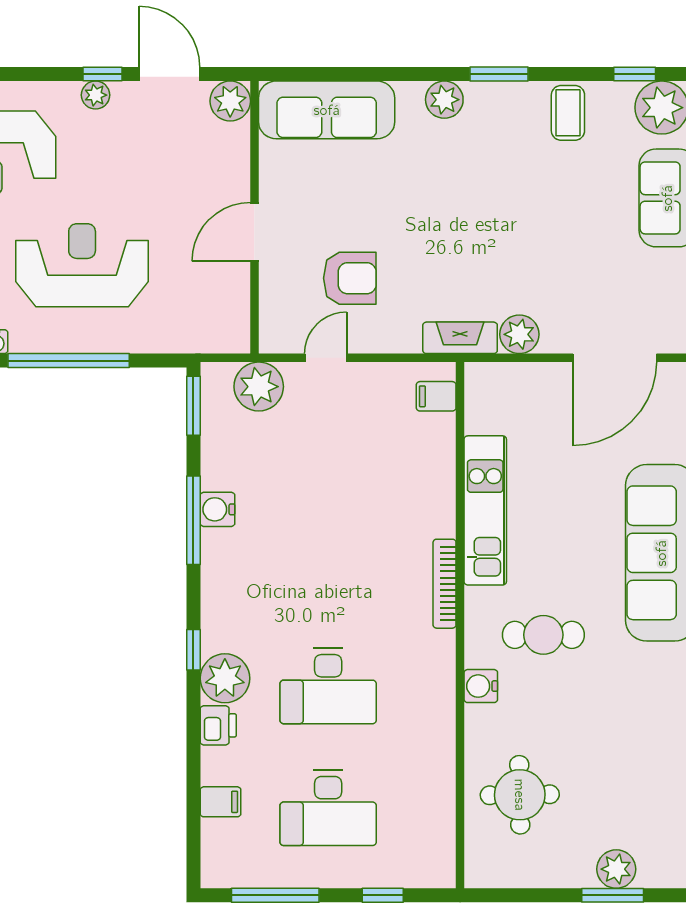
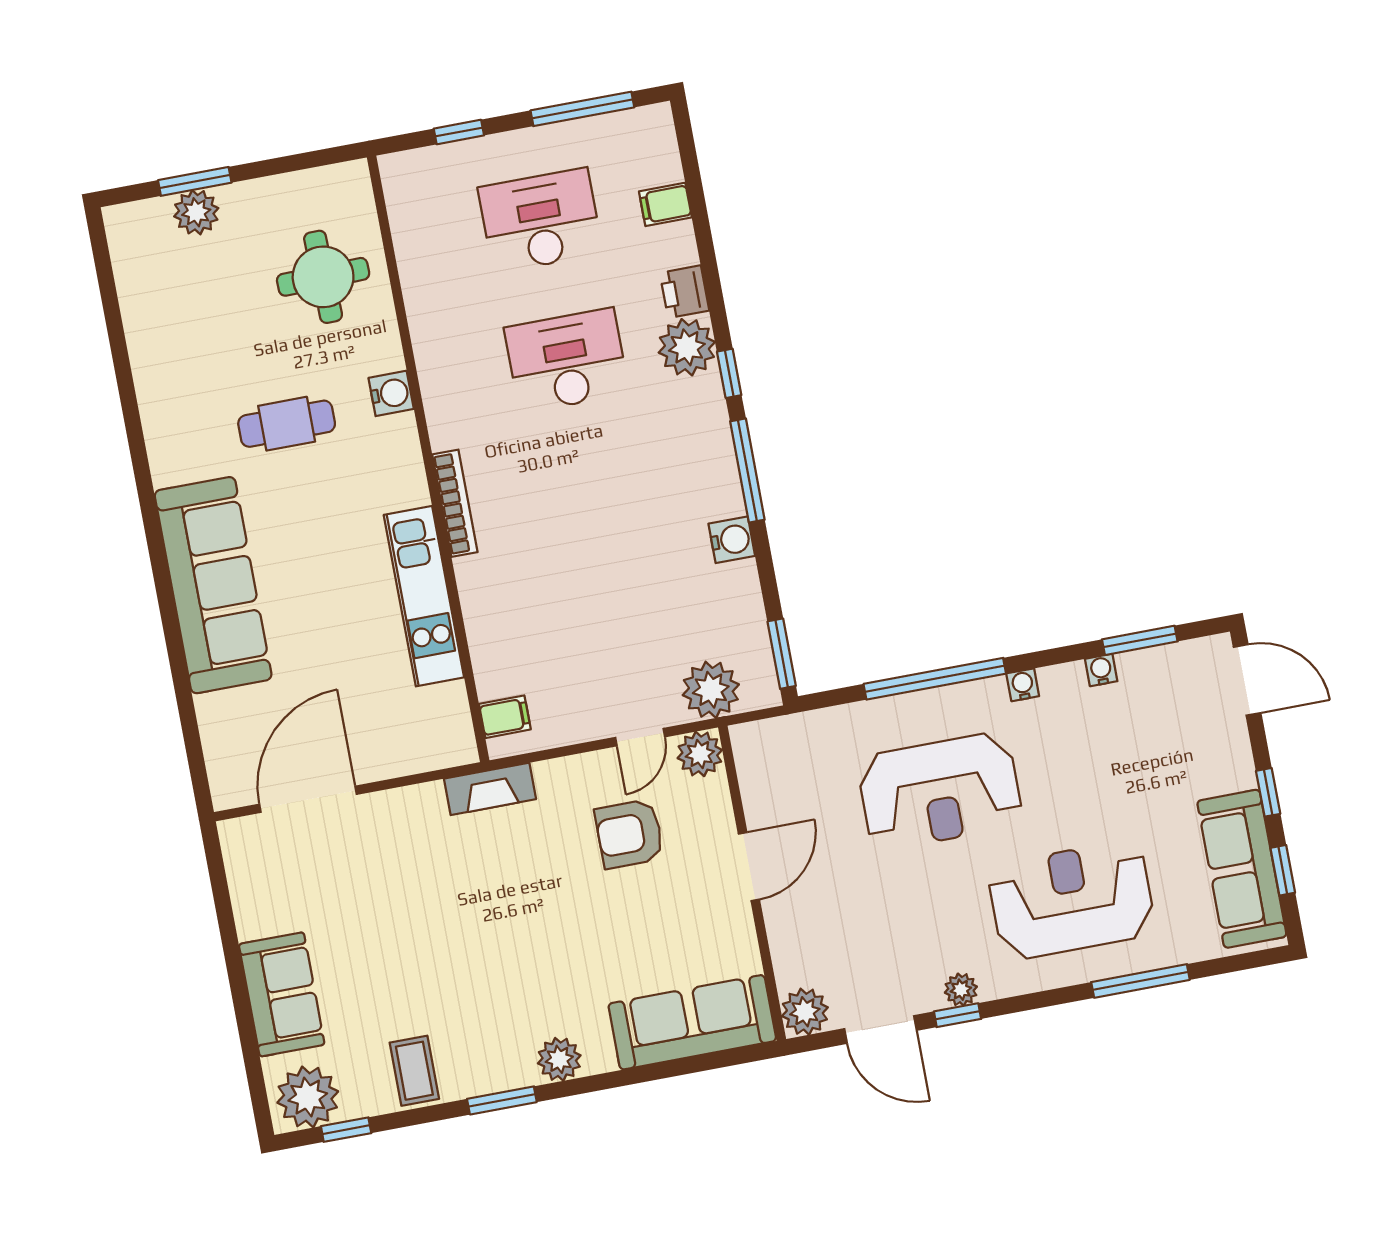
plant: (519, 334) -> (700, 754), moved
window: (193, 520) -> (747, 470), moved
cafe table: (543, 635) -> (287, 424), moved

